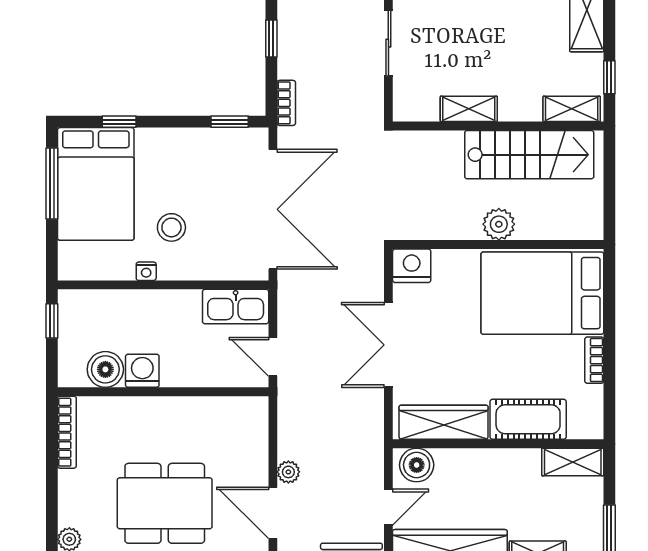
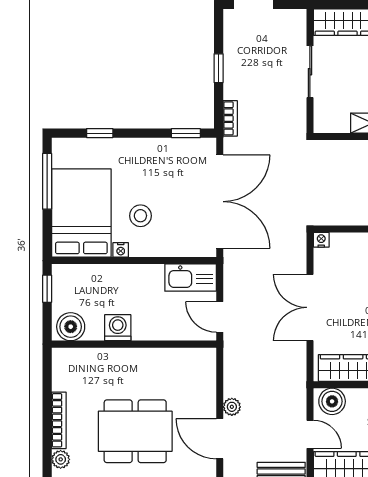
bed: (96, 184) -> (81, 213), moved, turned 180
nightstand: (412, 266) -> (321, 240), width x0.53, depth x0.56
boiler: (105, 369) -> (71, 327), moved
bookcase: (67, 432) -> (59, 420), moved
door: (388, 507) -> (310, 434), hinge flipped

